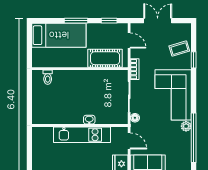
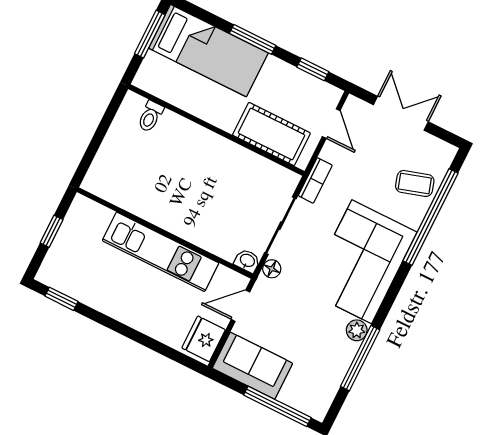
window: (29, 41) -> (150, 34), added
window: (194, 60) -> (431, 217), width x3.17
washbasin: (89, 120) -> (247, 261), moved
window: (194, 138) -> (360, 358), width x0.68
door: (129, 141) -> (240, 306), swing flipped
window: (29, 150) -> (52, 231), added

